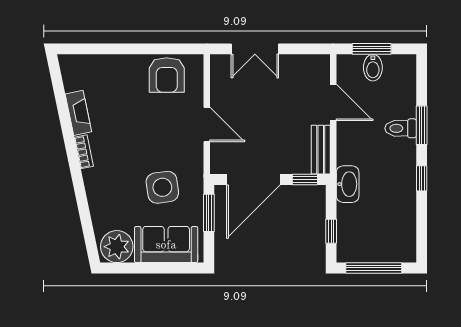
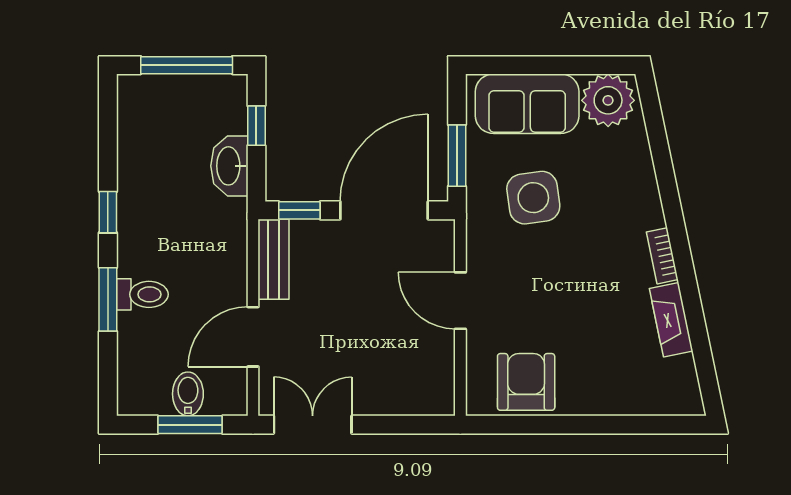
double door: (255, 49) -> (313, 425), moved
door: (333, 102) -> (253, 337), hinge flipped
washbasin: (348, 184) -> (229, 166), moved

